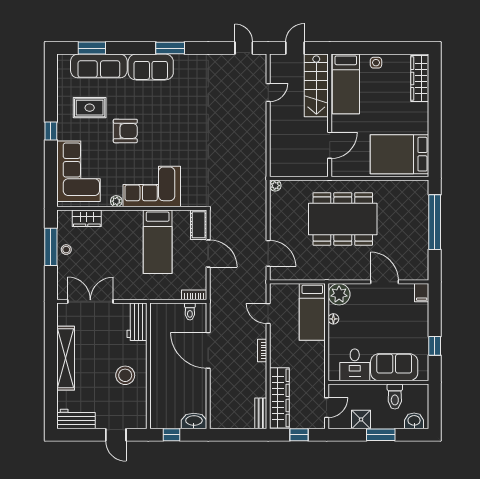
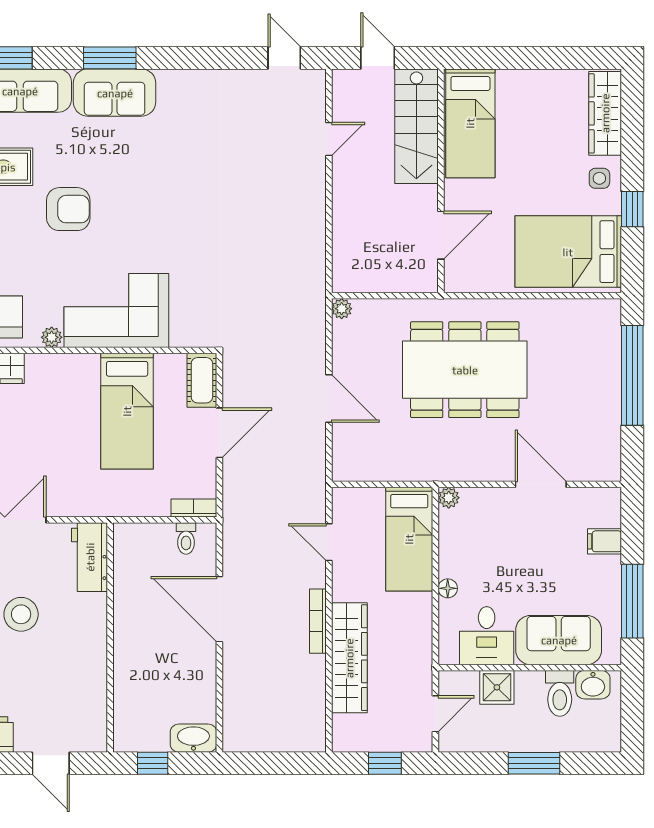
window: (170, 48) -> (110, 58), moved
door: (295, 48) -> (378, 58), hinge flipped
side table: (376, 63) -> (599, 178), moved
window: (435, 131) -> (632, 209), added
door: (268, 253) -> (329, 399), moved
door: (208, 254) -> (219, 433), hinge flipped
filing cabinet: (422, 293) -> (604, 541), moved, turned 90
plant: (339, 294) -> (449, 498), width x0.53, depth x0.53
floor lamp: (333, 319) -> (448, 588), moved
window: (435, 346) -> (632, 601), width x2.17
bookcase: (262, 350) -> (318, 621), width x1.56
stool: (125, 375) -> (21, 614), moved
wardrobe: (279, 398) -> (349, 658), moved
bench: (261, 413) -> (315, 724), removed
shower: (361, 419) -> (497, 687), moved
washbasin: (414, 421) -> (593, 685), moved, turned 180

